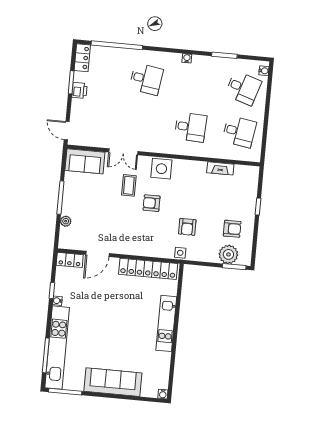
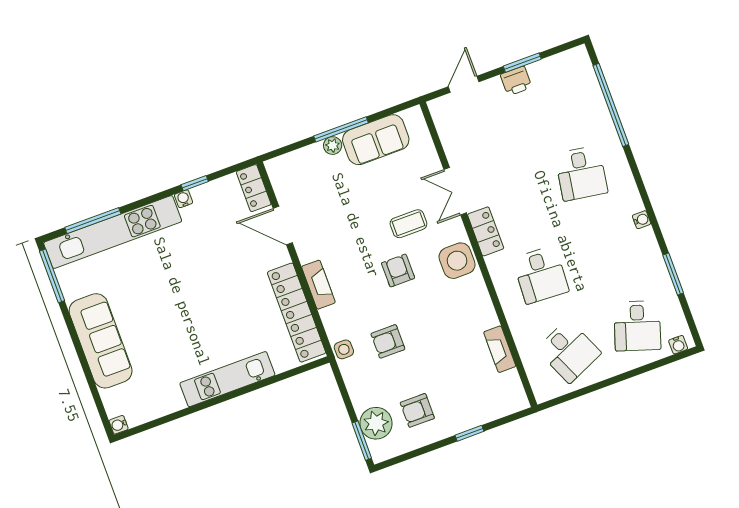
locker: (82, 58) -> (486, 231), moved, turned -90
door: (67, 131) -> (464, 84), moved
desk: (239, 132) -> (569, 351), turned -33
sofa: (85, 161) -> (376, 140), moved, turned -90
plant: (66, 221) -> (333, 146), moved
armchair: (232, 229) -> (417, 410), turned 90
fireplace: (139, 250) -> (318, 285), added

